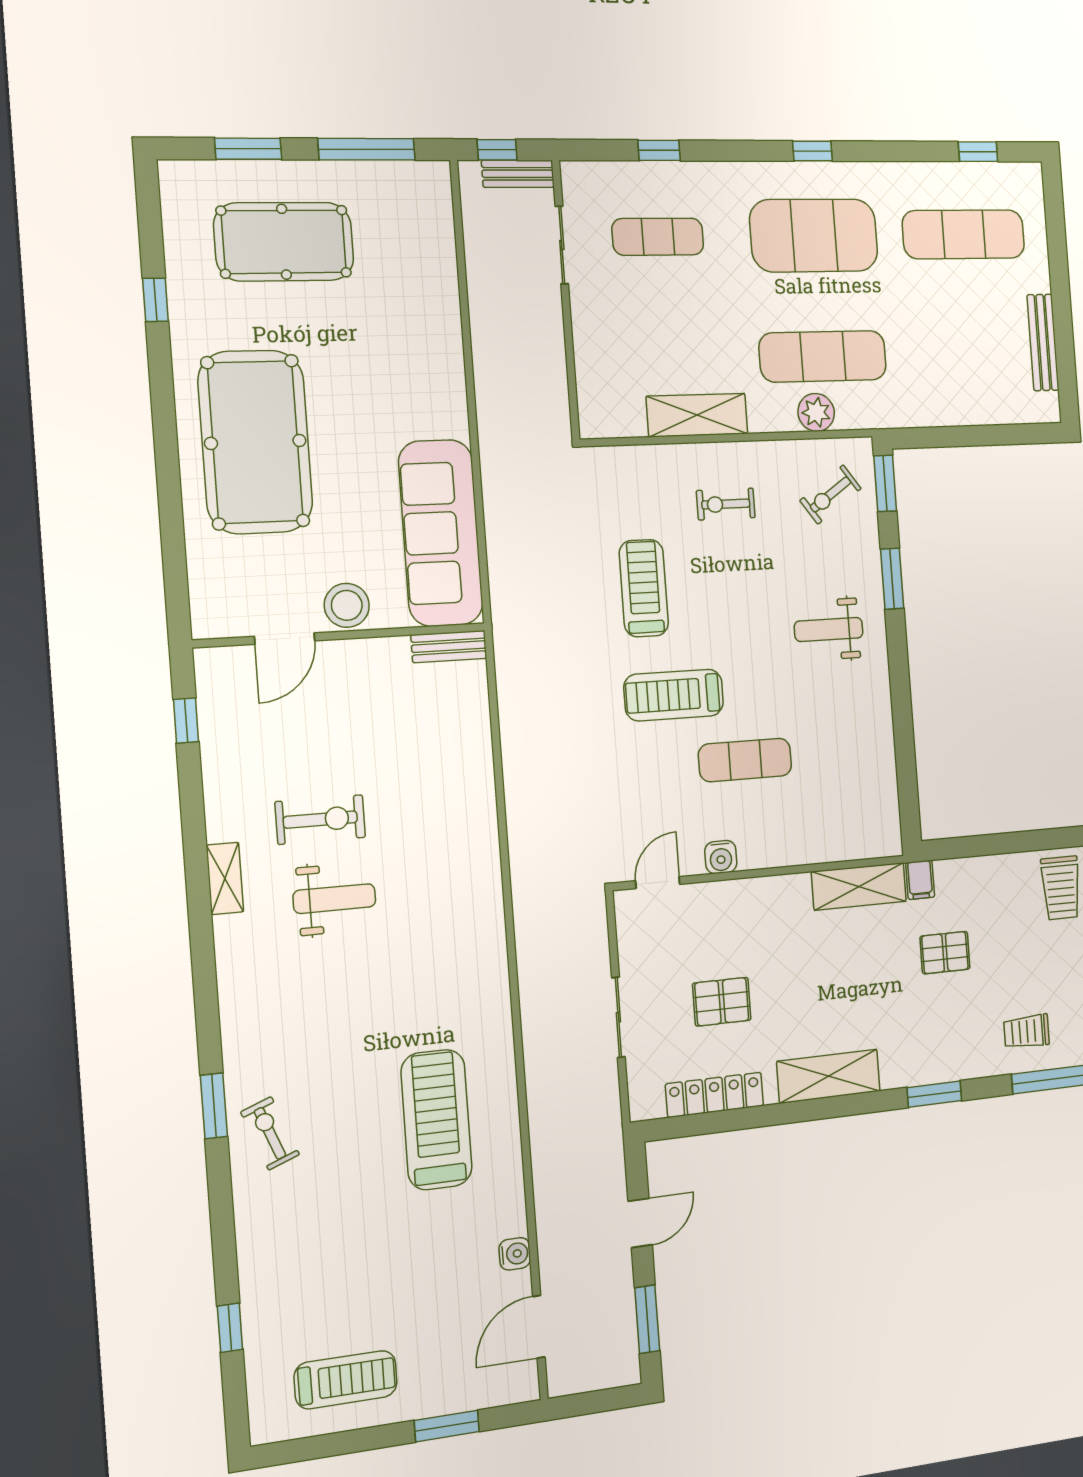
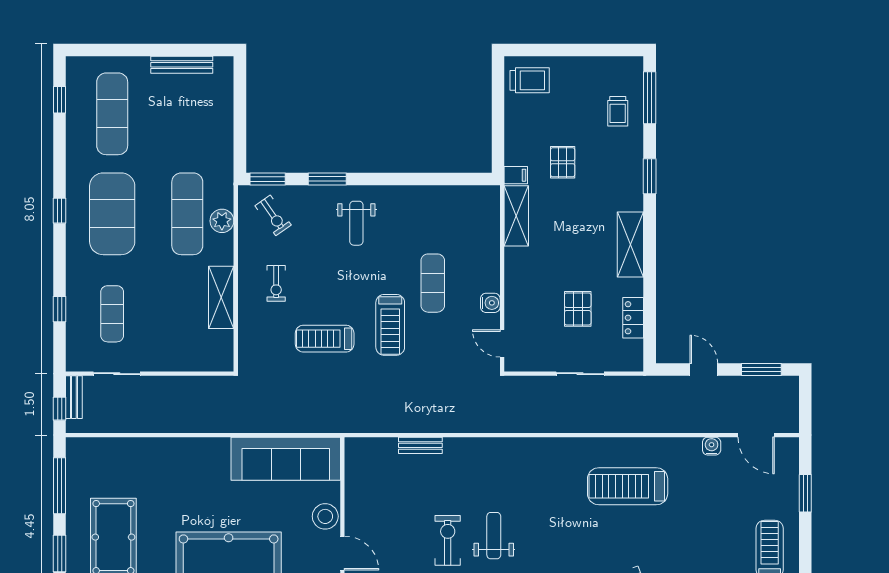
bench: (449, 647) -> (420, 445), moved, turned 90
locker: (715, 1095) -> (633, 318), width x0.66

